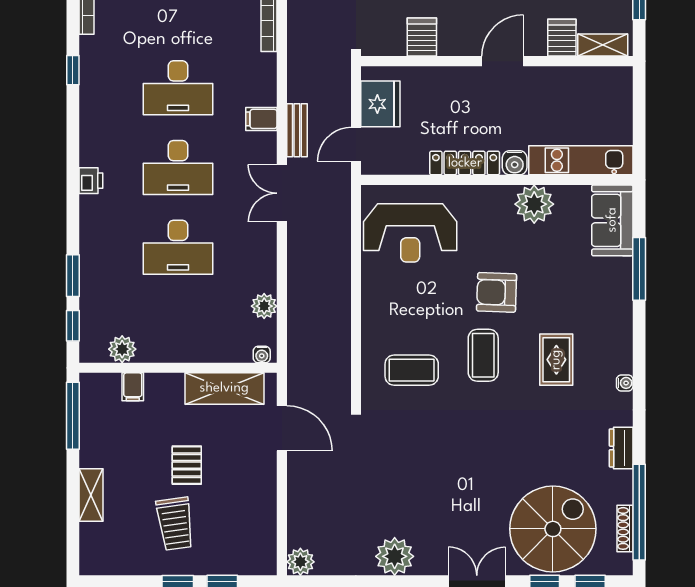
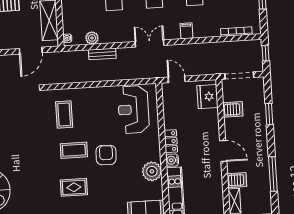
fridge: (380, 104) -> (207, 97), moved, turned 90
bench: (297, 130) -> (102, 54), moved
locker: (465, 163) -> (171, 141), width x0.66

